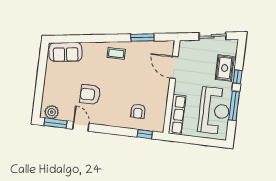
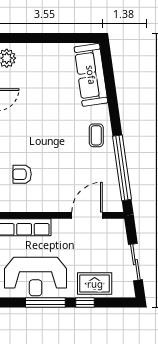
window: (142, 38) -> (122, 168), width x2.11
sofa: (66, 52) -> (91, 75), width x1.36
armchair: (90, 95) -> (37, 107), removed

